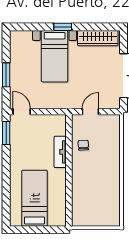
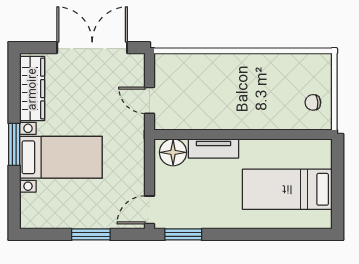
window: (63, 27) -> (14, 144), width x1.50
floor lamp: (58, 126) -> (173, 152), added
chair: (83, 145) -> (313, 102), moved

